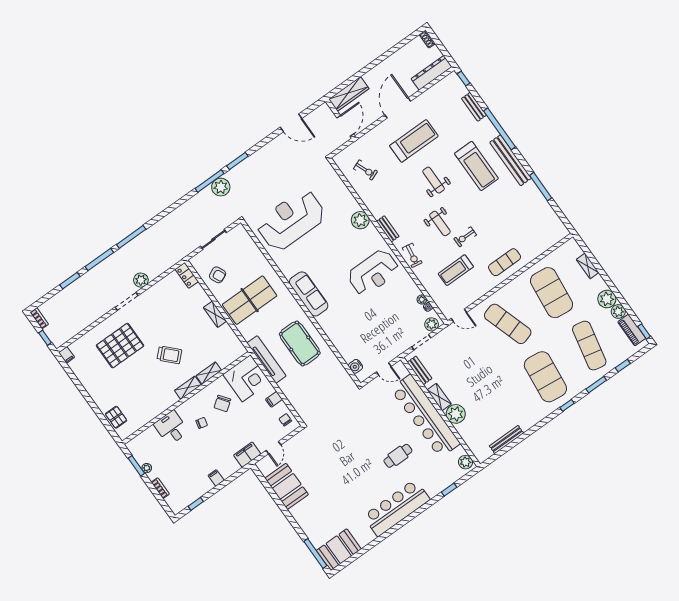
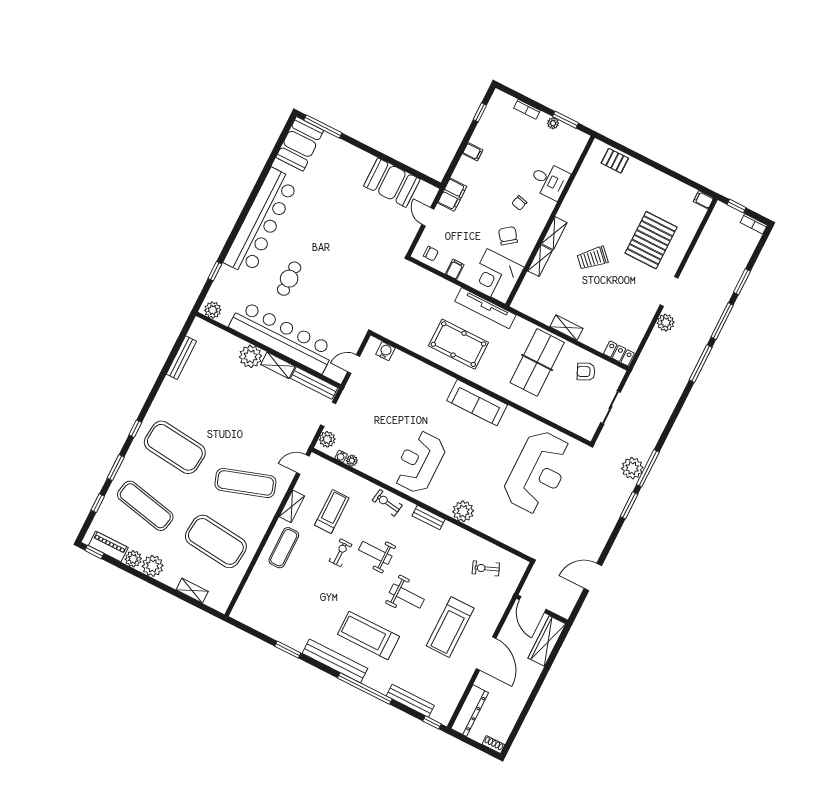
bench: (474, 107) -> (410, 701), width x1.36
window: (541, 187) -> (288, 650), width x0.69
shelving: (483, 289) -> (292, 506), added
bench: (420, 370) -> (314, 383), width x1.36
bar counter: (397, 508) -> (261, 222), width x1.36

